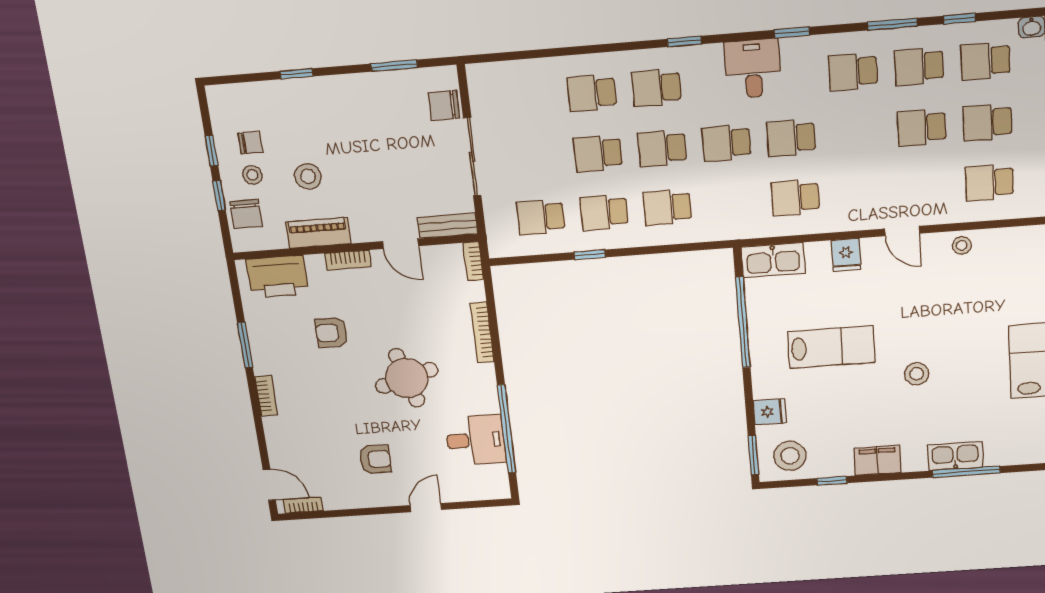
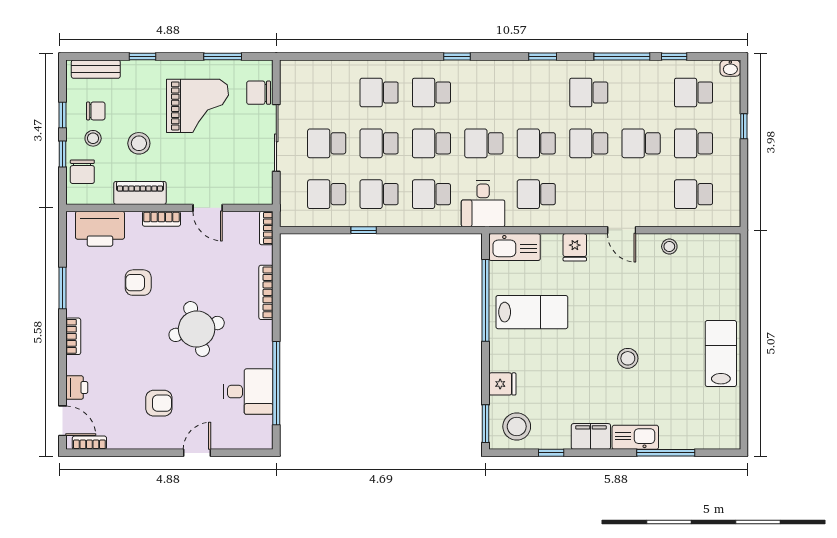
window: (892, 24) -> (622, 56), width x1.44
school desk: (919, 66) -> (589, 143), moved
desk: (753, 69) -> (483, 203), moved, turned 180
grand piano: (372, 127) -> (197, 106), added
school desk: (534, 158) -> (327, 143), added
bench: (448, 226) -> (96, 69), moved
lab bench: (831, 347) -> (532, 312), moved
printer: (279, 449) -> (77, 388), added
kitchen sink: (955, 456) -> (635, 437), moved

